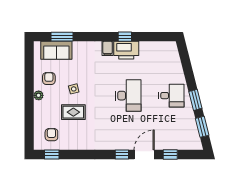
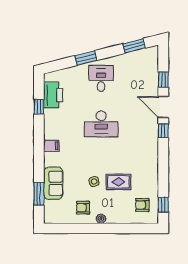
window: (125, 37) -> (39, 107), moved
sofa: (56, 50) -> (53, 183), moved
printer: (126, 50) -> (53, 95), moved
desk: (128, 96) -> (101, 124), turned 180
window: (195, 100) -> (86, 58), moved
rug: (73, 112) -> (119, 182), turned 90

